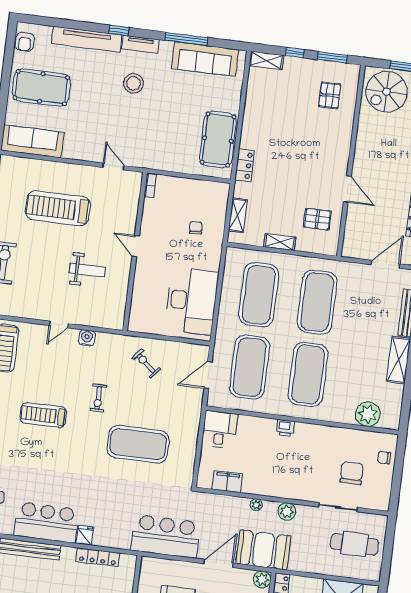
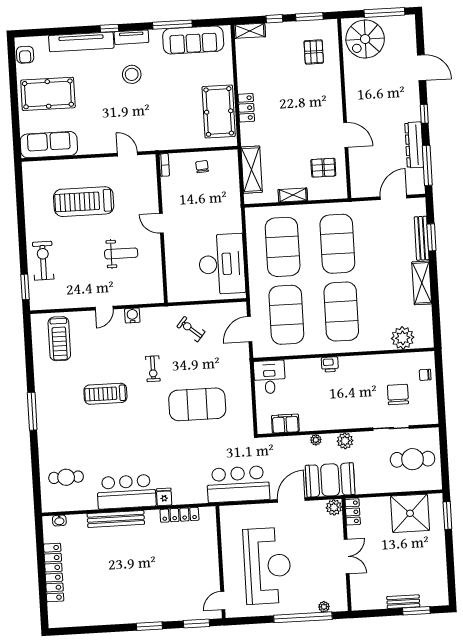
locker: (245, 165) -> (246, 108), moved
shelving: (238, 215) -> (252, 170), width x1.50, depth x1.33
chair: (196, 228) -> (202, 167), moved

